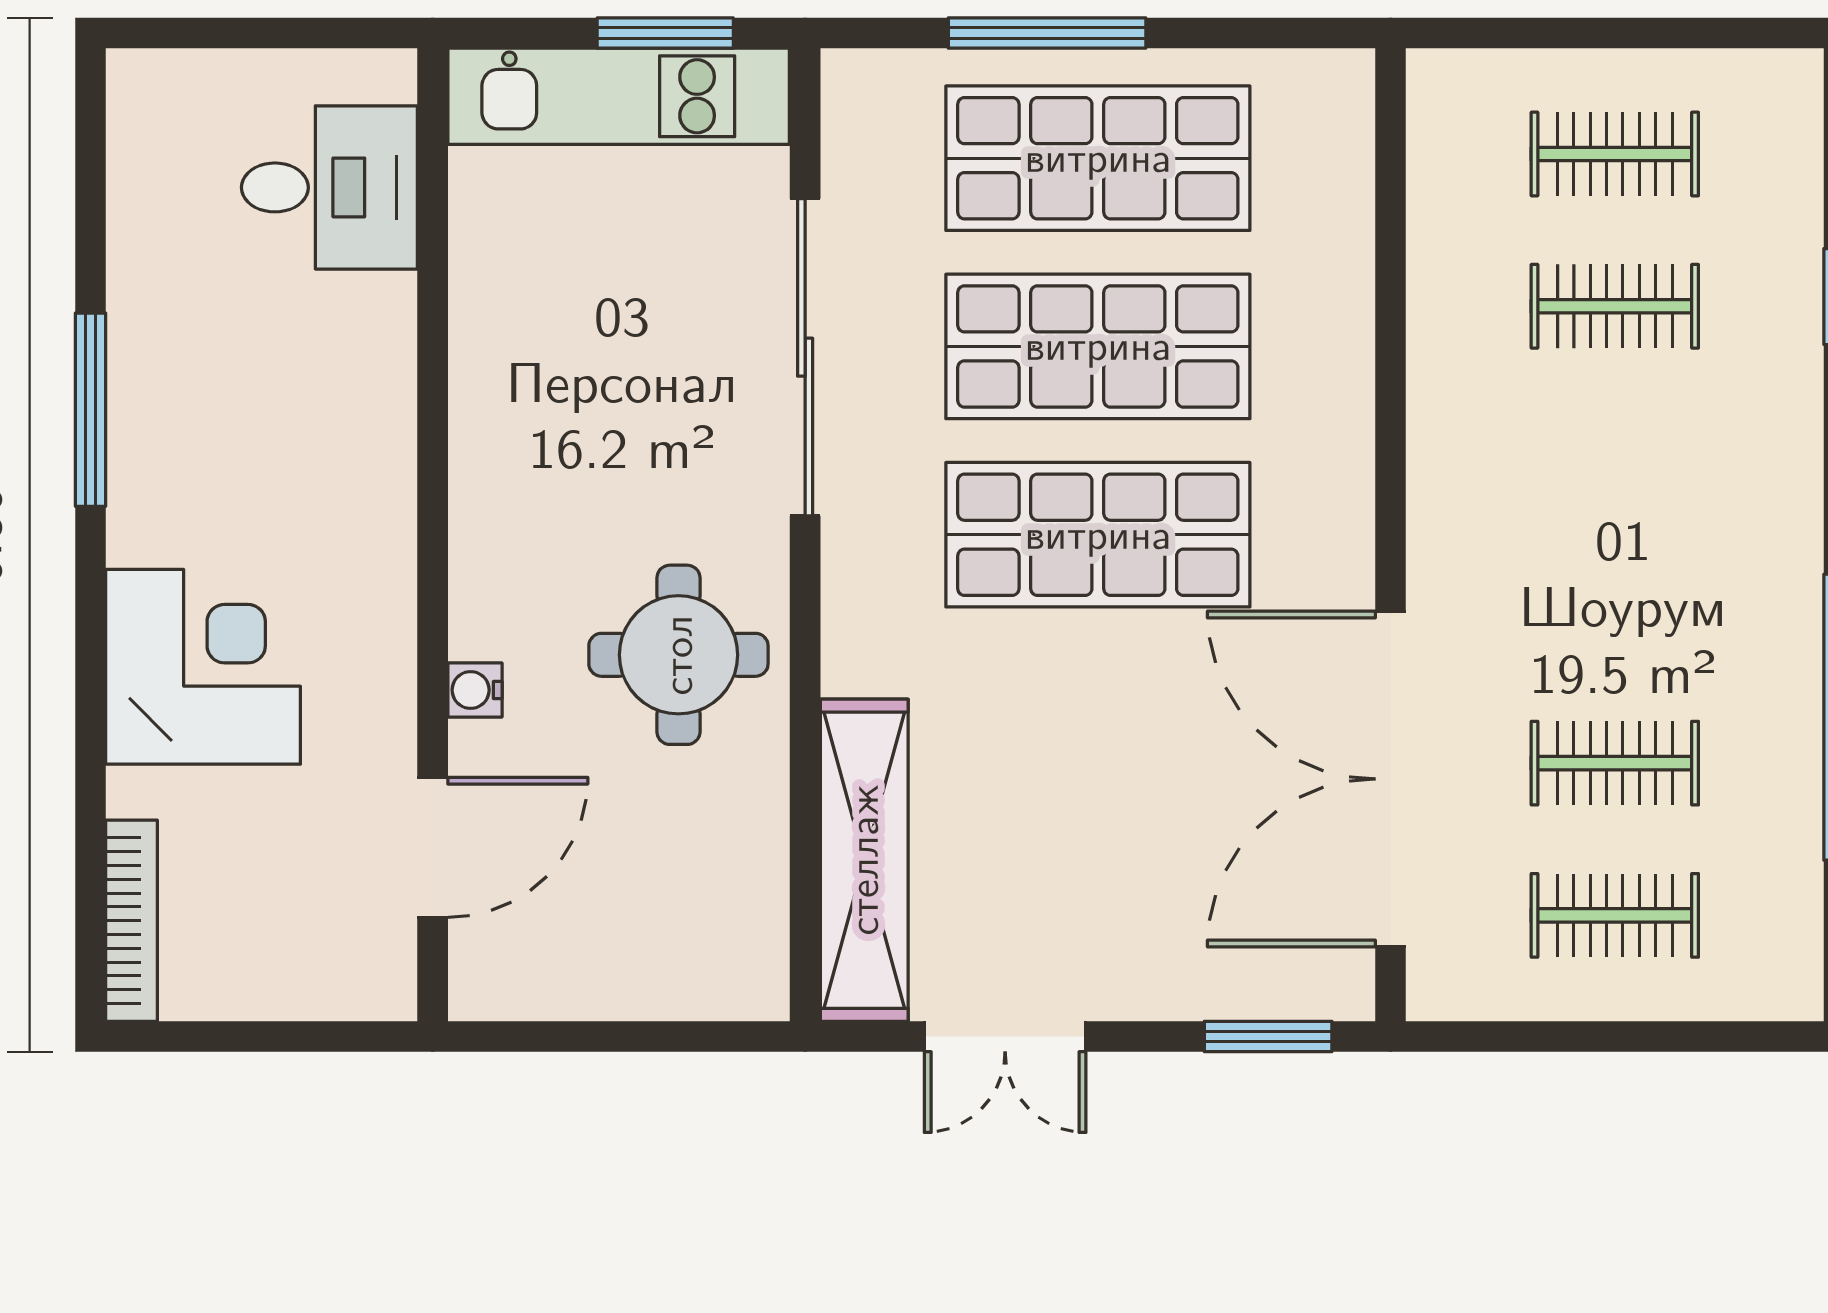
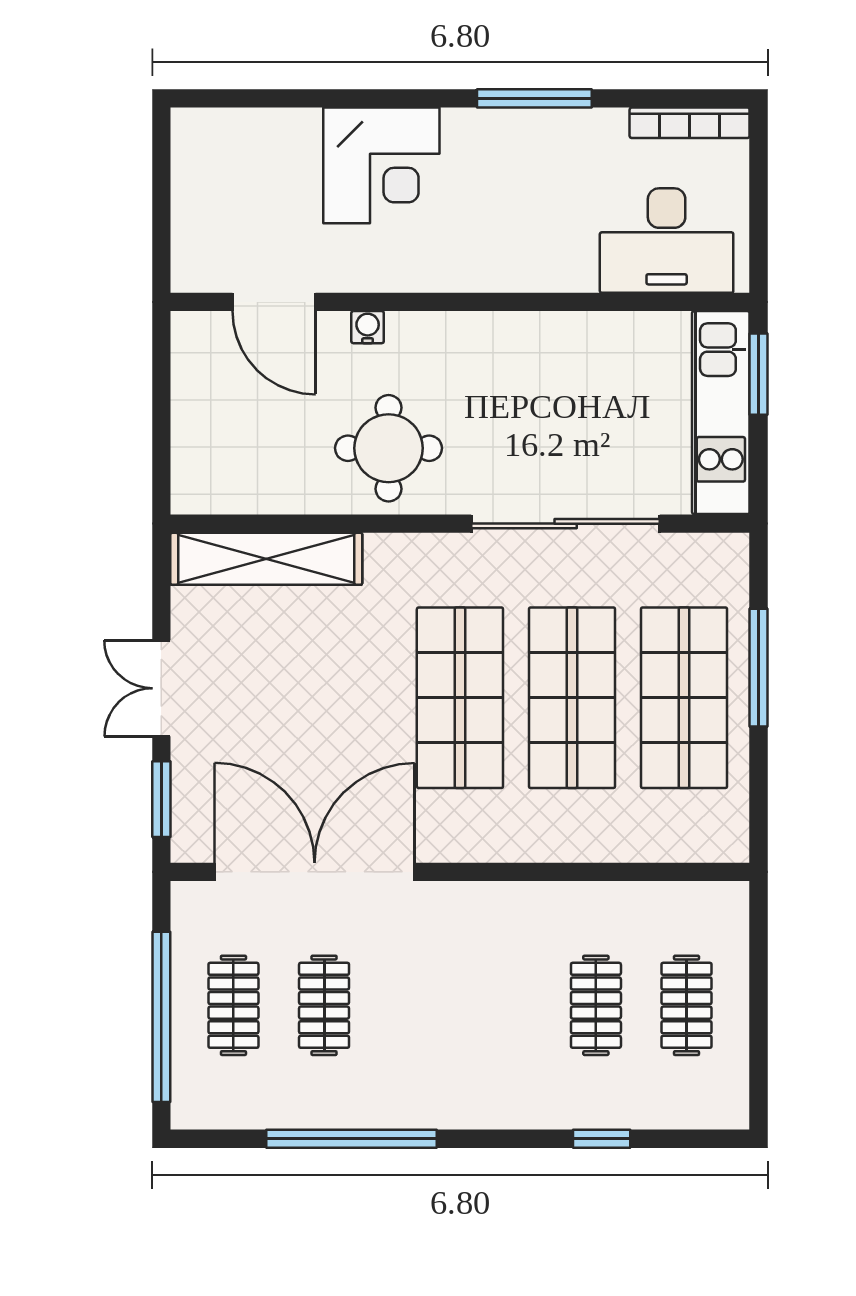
window: (665, 33) -> (759, 374), moved
desk: (329, 187) -> (667, 241), width x1.37
bookcase: (131, 921) -> (690, 123), moved
double door: (1005, 1036) -> (161, 688), moved
window: (1634, 1036) -> (161, 1017), added

